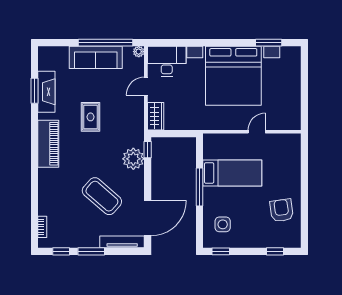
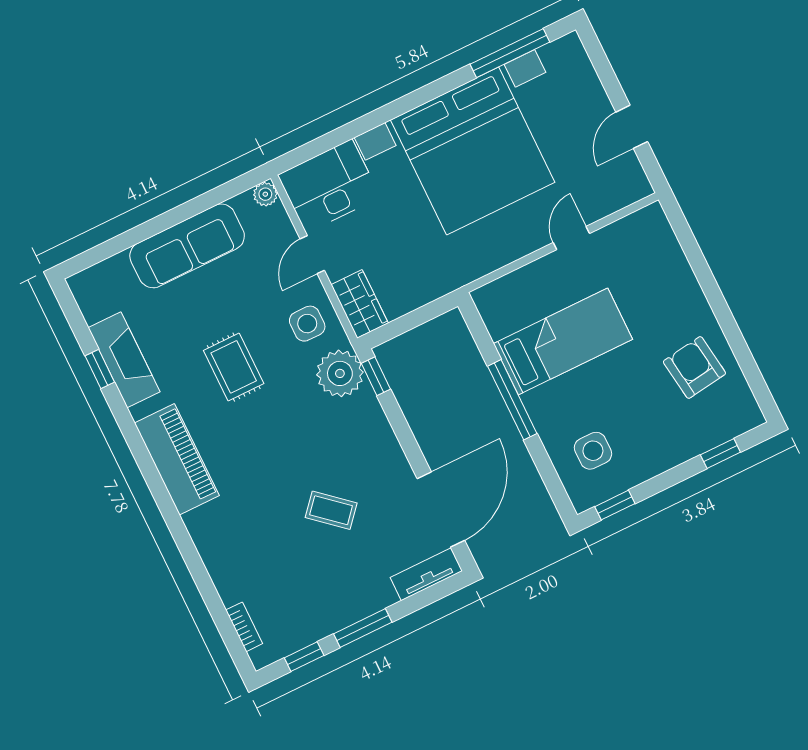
window: (106, 43) -> (192, 208), removed
window: (269, 43) -> (510, 53), width x1.44
window: (35, 91) -> (100, 369), width x0.67
door: (304, 98) -> (632, 127), added
side table: (130, 114) -> (307, 324), added
plant: (133, 159) -> (340, 373), moved
coffee table: (102, 196) -> (331, 510), width x0.54, depth x0.58
tv unit: (122, 242) -> (426, 574), width x0.71

